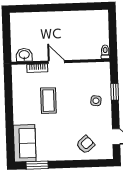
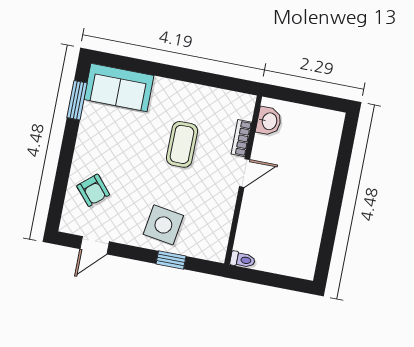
coffee table: (48, 101) -> (182, 144), turned 90
side table: (96, 101) -> (163, 225), width x1.87, depth x1.87

